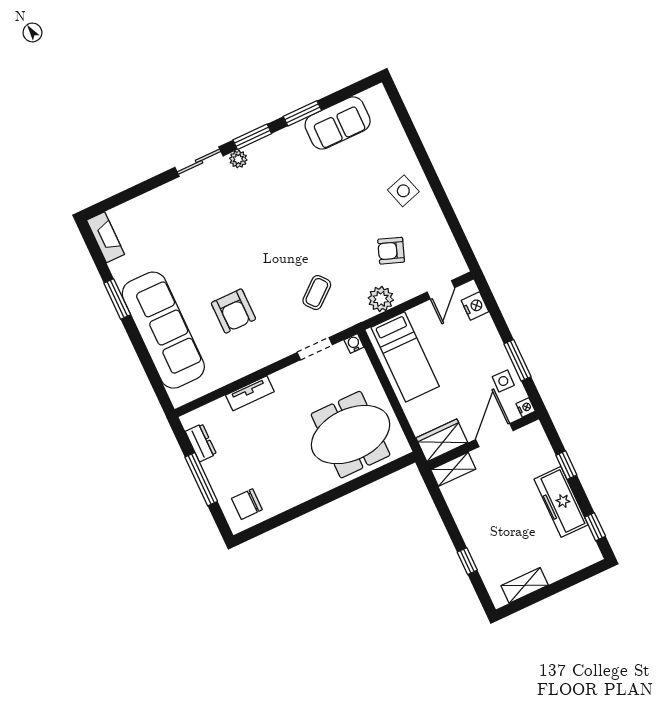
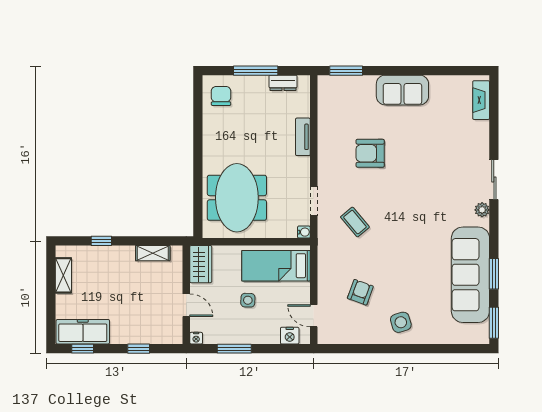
sofa: (338, 123) -> (470, 275), width x1.85, depth x1.27
window: (252, 137) -> (494, 323), moved
fireplace: (106, 237) -> (481, 100), moved, turned 90
window: (117, 299) -> (346, 71), moved
plant: (381, 299) -> (328, 268), removed
sofa: (163, 330) -> (402, 90), width x0.54, depth x0.79
side table: (503, 381) -> (248, 300), moved
door: (494, 435) -> (186, 305), width x0.73
shelving: (453, 469) -> (153, 253), moved, turned 90
freezer: (561, 502) -> (83, 332), moved

